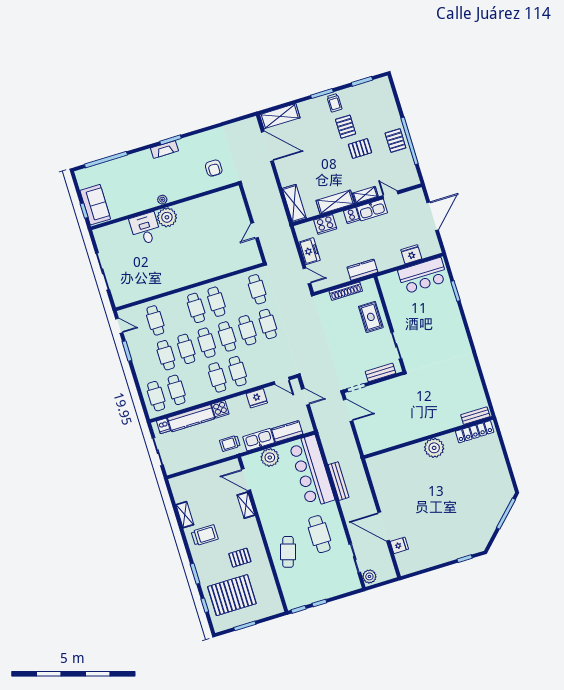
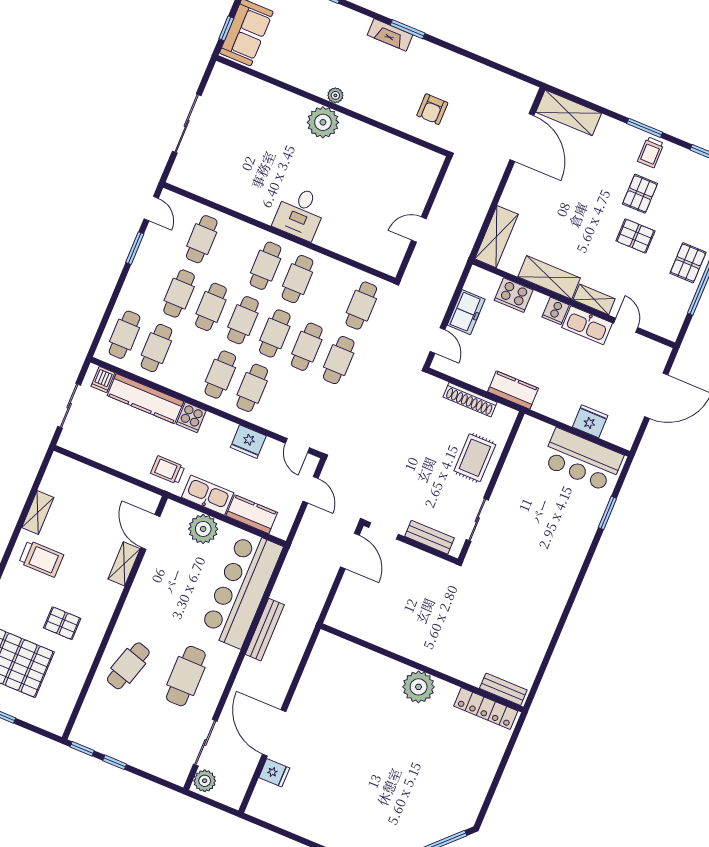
desk: (145, 229) -> (300, 213), moved, turned 180

